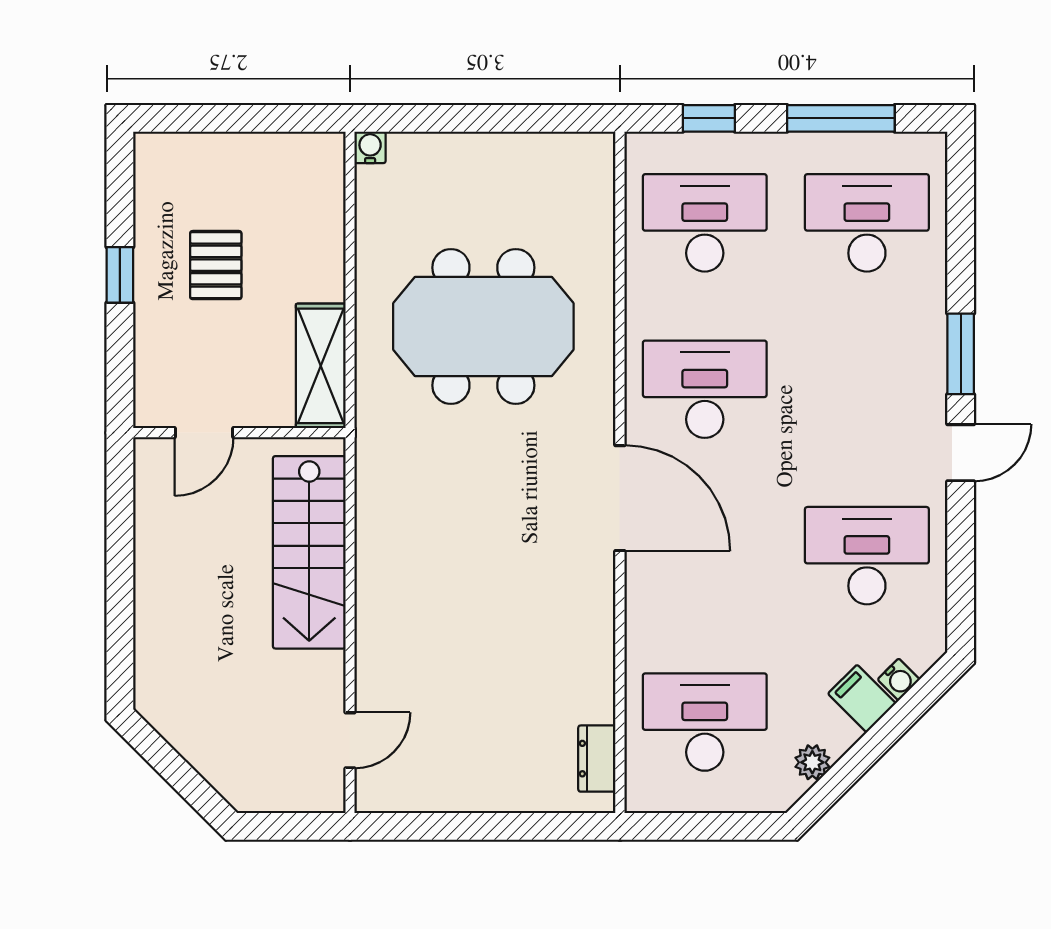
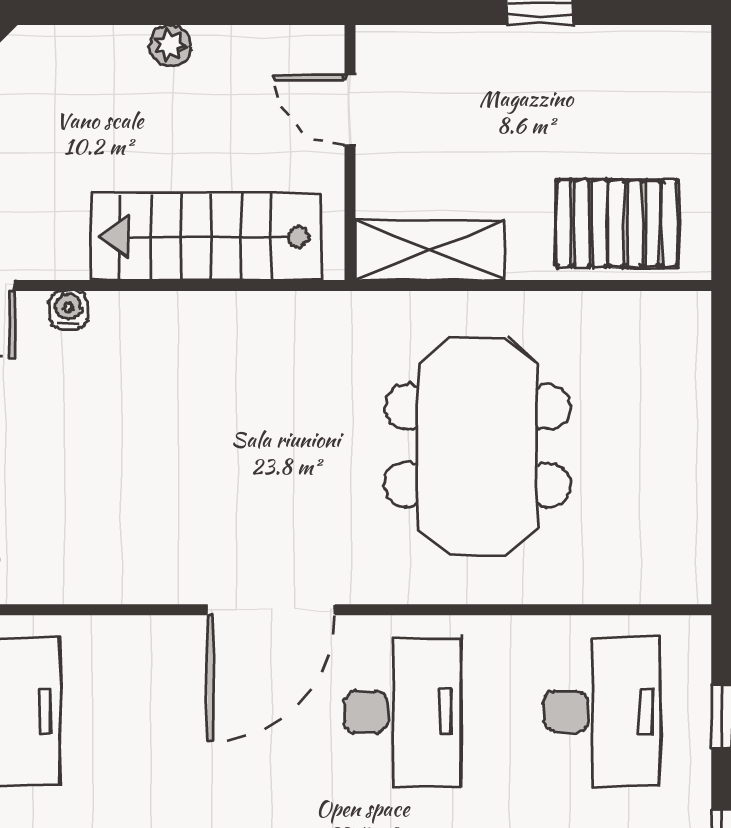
water cooler: (370, 147) -> (68, 310), moved, turned -90
pallet: (216, 265) -> (617, 224), moved, width x1.50, depth x1.42
plant: (150, 582) -> (170, 46), added

